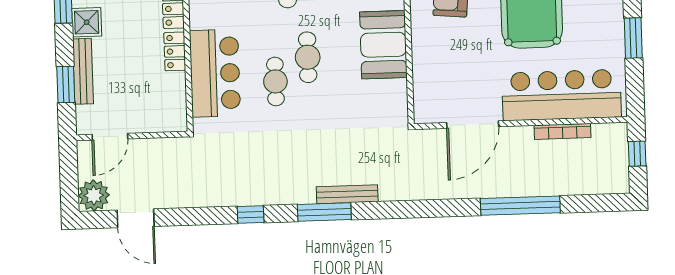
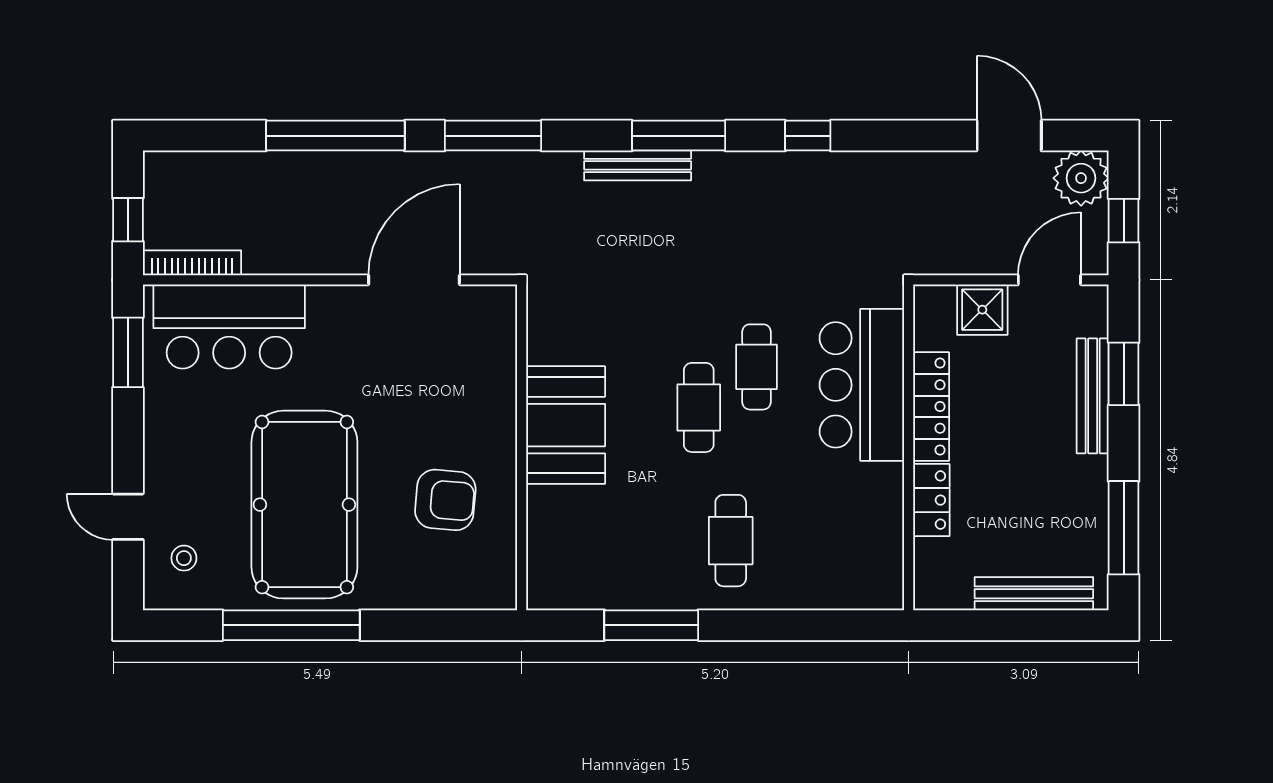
shower: (87, 22) -> (982, 310), moved
window: (633, 38) -> (128, 352), moved
locker: (175, 51) -> (931, 407), width x1.53
bar counter: (562, 95) -> (229, 327), width x0.73
bookcase: (562, 131) -> (192, 263), moved
window: (69, 172) -> (1124, 221), added
window: (430, 209) -> (493, 136), added

